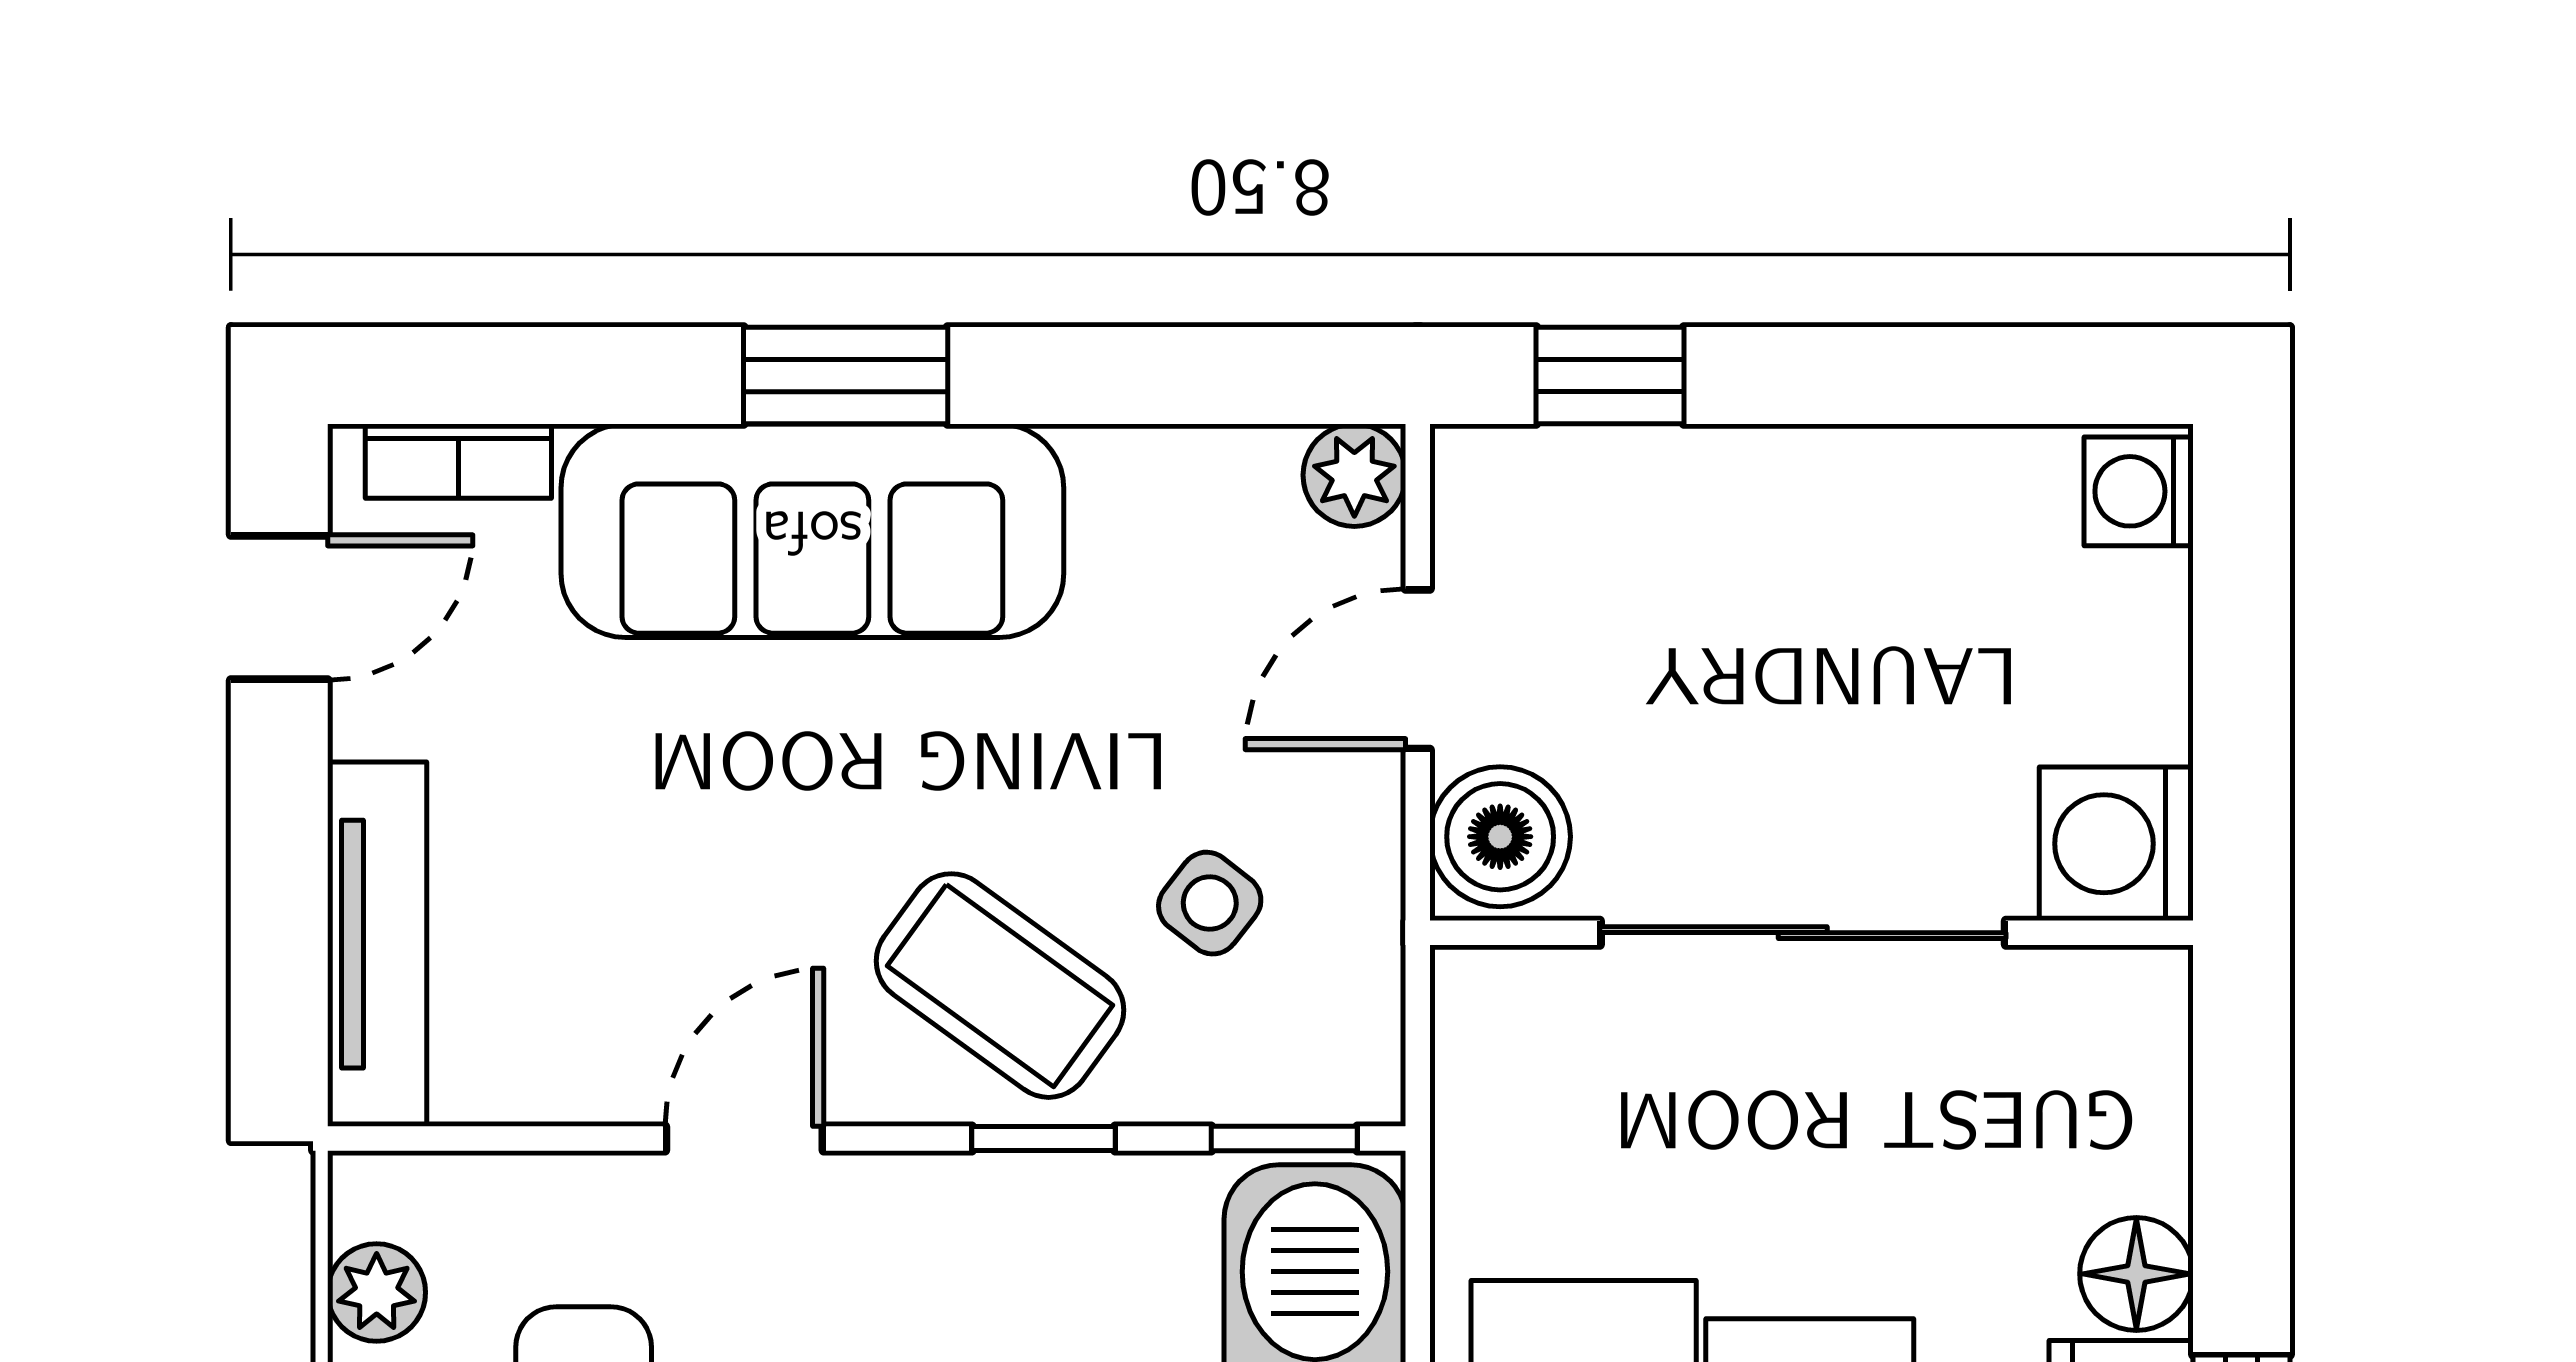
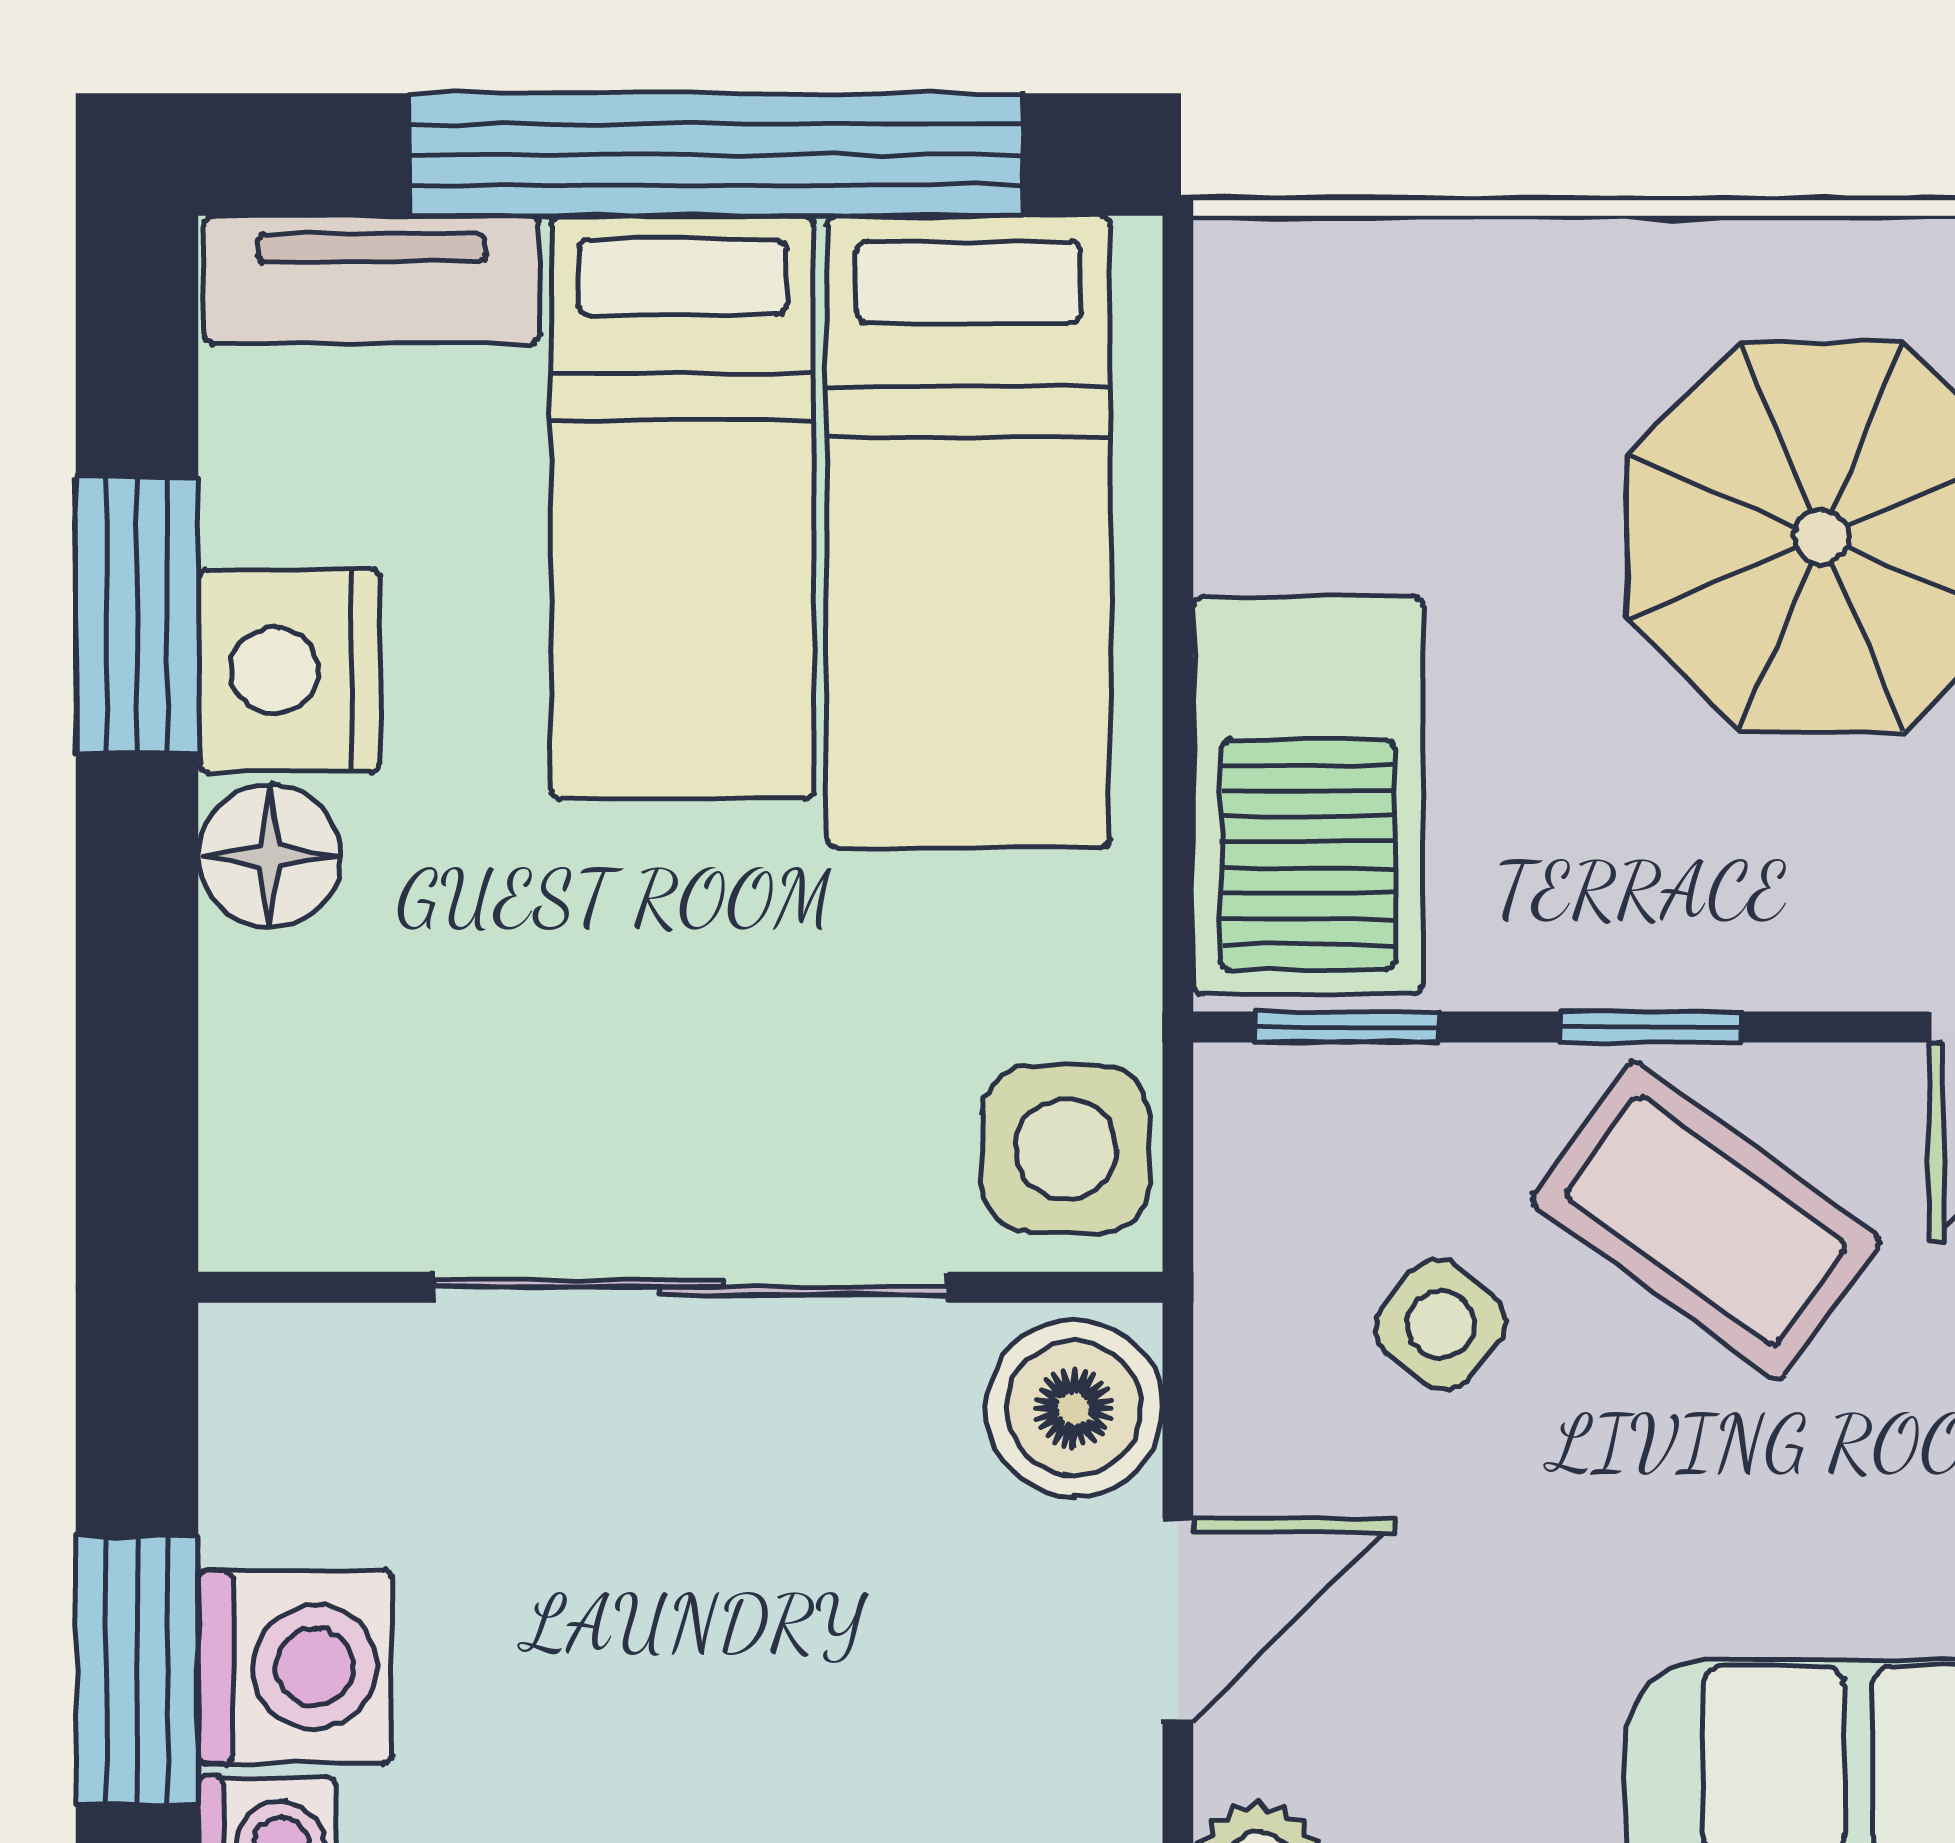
window: (2242, 629) -> (137, 1670), added
washing machine: (2116, 844) -> (295, 1667), moved
side table: (1507, 1042) -> (1066, 1149), added

